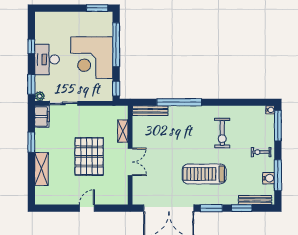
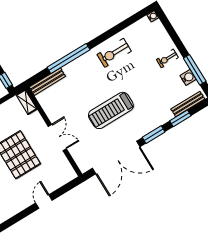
window: (278, 126) -> (168, 26), removed
shelving: (123, 131) -> (27, 102), moved
exercise bike: (222, 133) -> (114, 53), moved, turned 90
treadmill: (204, 174) -> (111, 110), moved

